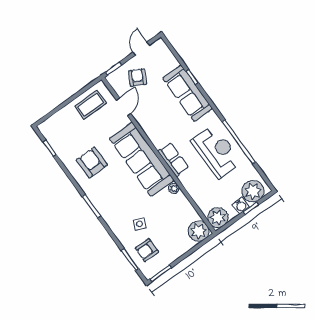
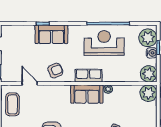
armchair: (137, 78) -> (55, 71), moved, turned 129
sofa: (188, 93) -> (51, 34), width x0.73
sofa: (142, 159) -> (87, 94), width x0.54, depth x0.79

